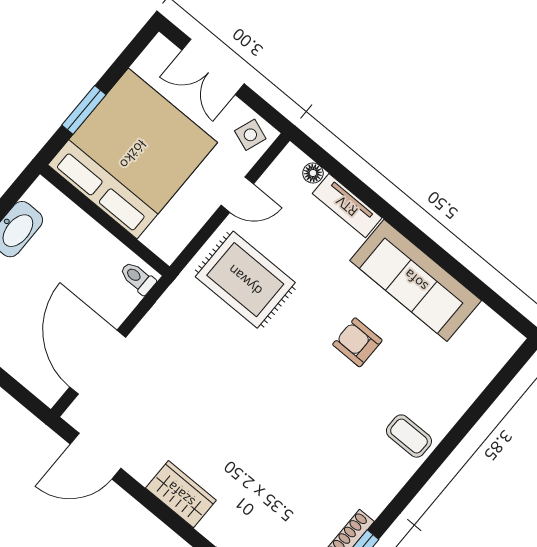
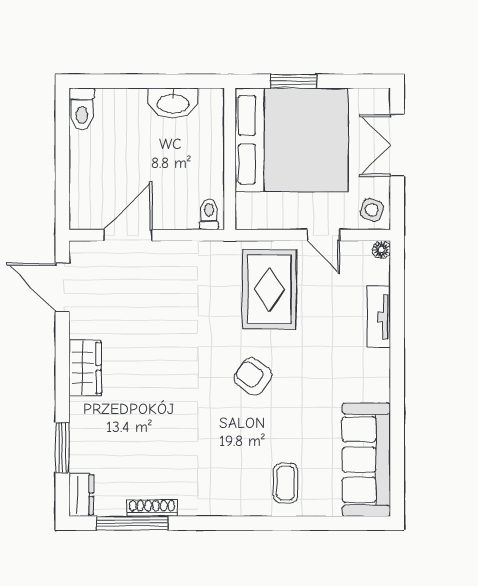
floor lamp: (313, 173) -> (381, 250), moved
sofa: (416, 280) -> (366, 460), moved
armchair: (357, 342) -> (253, 377), moved, turned -55
door: (98, 362) -> (128, 235), width x0.73
coffee table: (409, 436) -> (286, 483), moved

